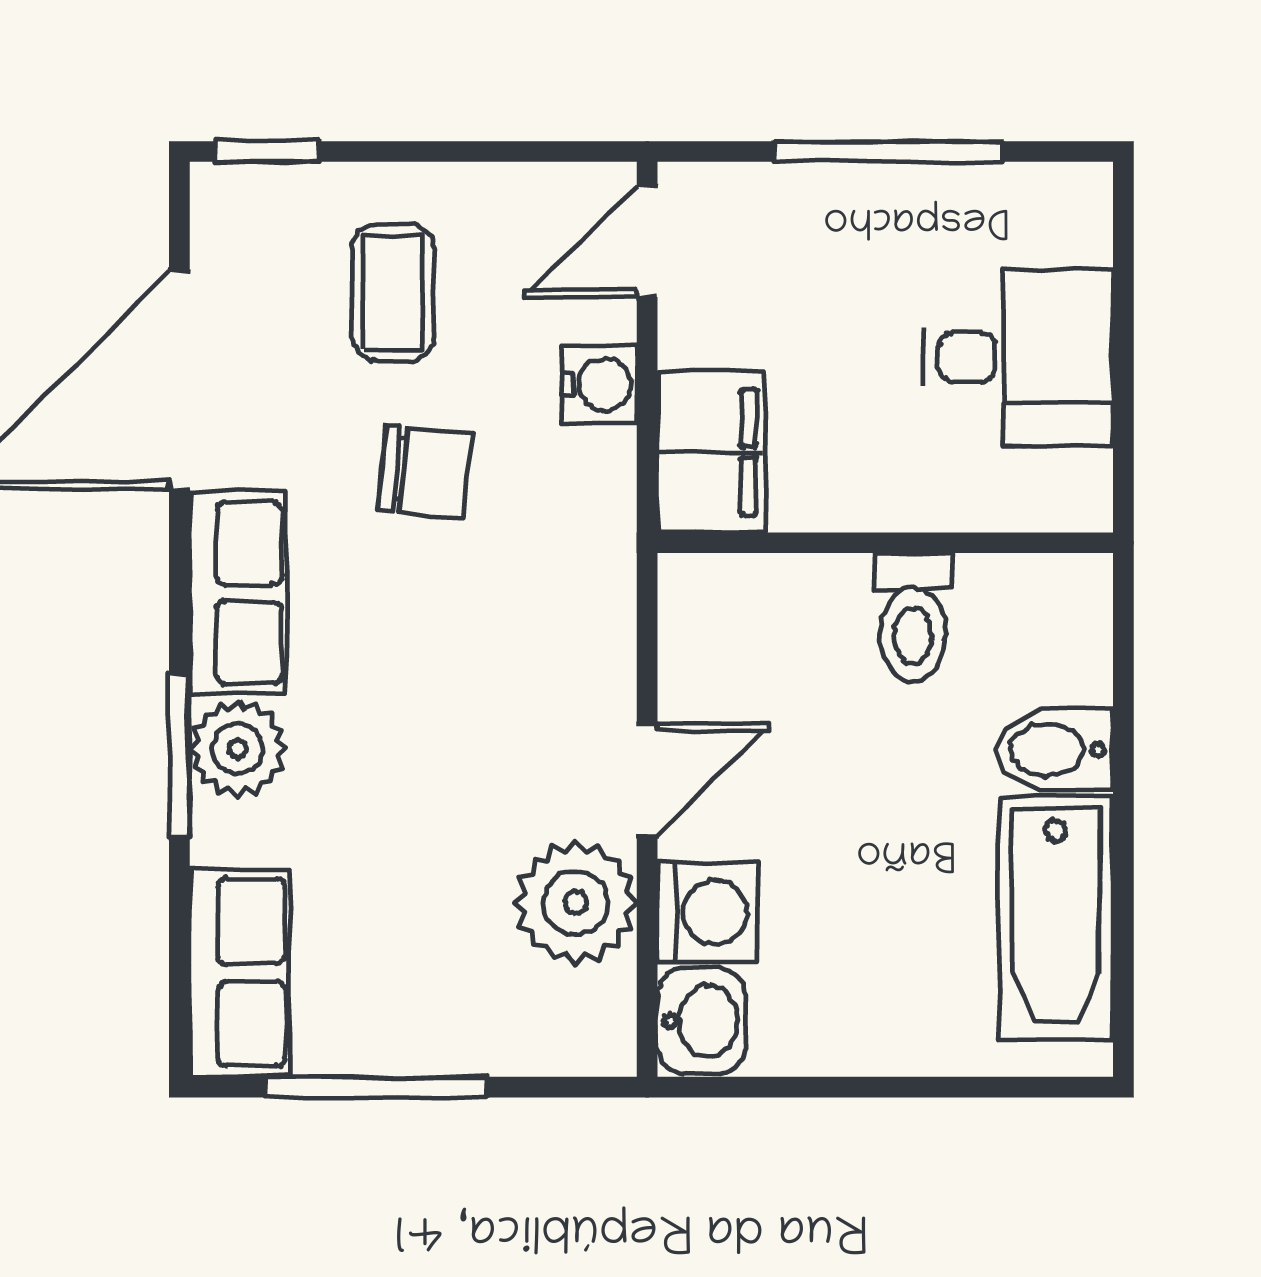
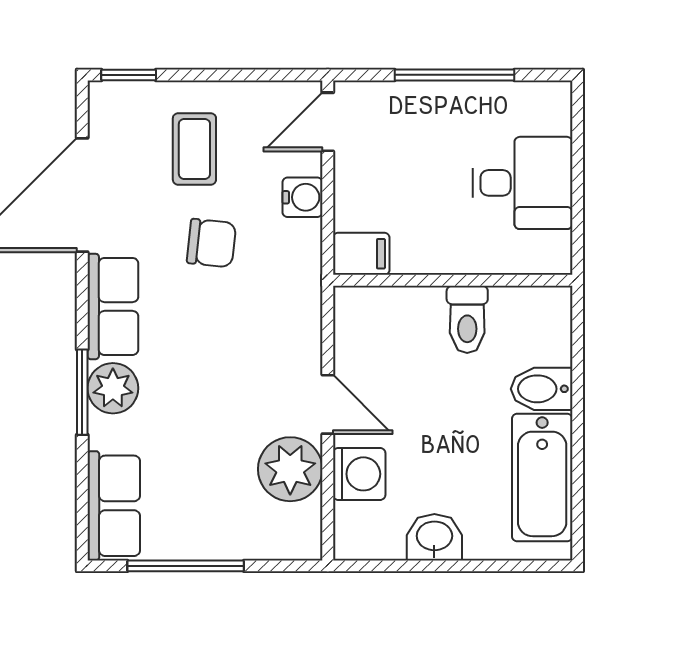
filing cabinet: (711, 452) -> (361, 254), width x0.50
door: (647, 779) -> (328, 404), hinge flipped
washbasin: (702, 1021) -> (434, 537), moved, turned -90

